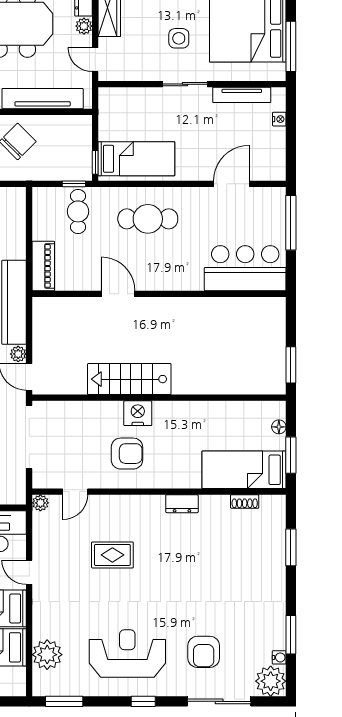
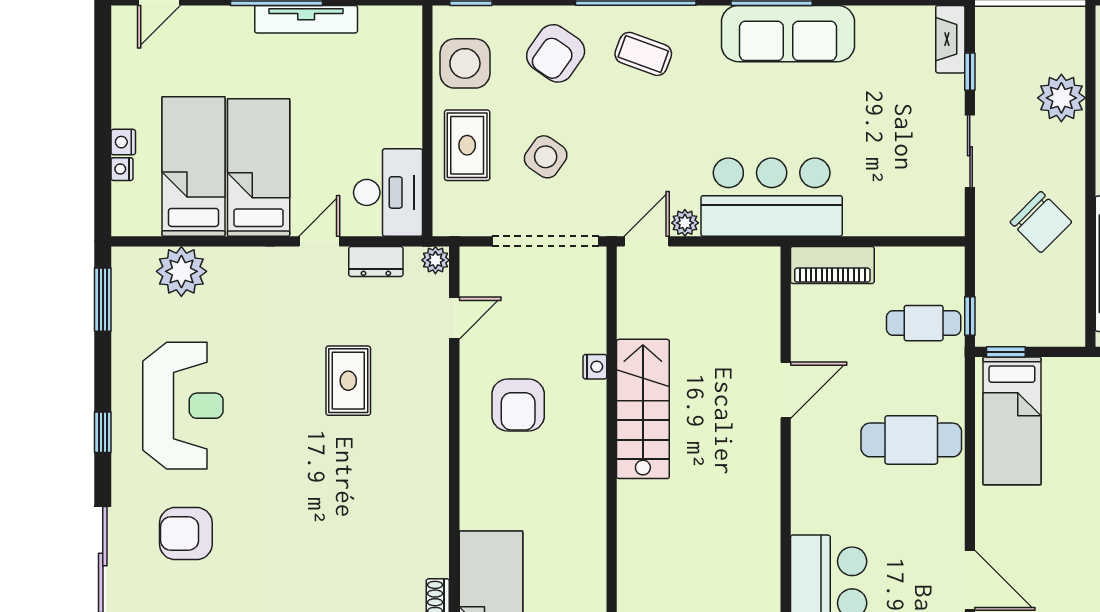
cafe table: (148, 219) -> (911, 440), turned 90
nightstand: (138, 413) -> (595, 367), moved, width x0.53, depth x0.56
door: (75, 492) -> (454, 318), swing flipped
dresser: (182, 504) -> (376, 261), moved, turned -90

